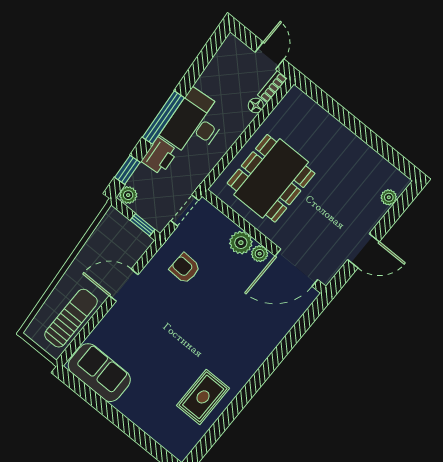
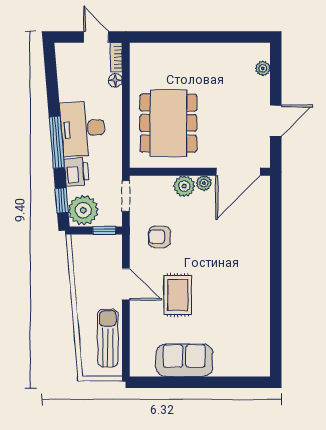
plant: (128, 195) -> (83, 210), width x1.88, depth x1.88
door: (124, 285) -> (126, 284), swing flipped
sofa: (99, 373) -> (184, 360), moved
rug: (203, 397) -> (178, 295), moved

